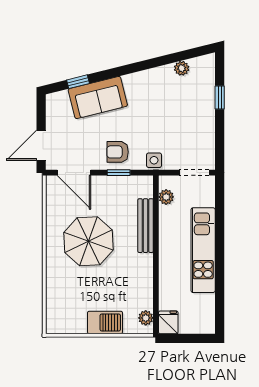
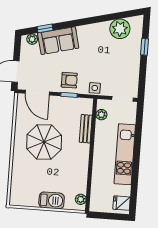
plant: (182, 68) -> (120, 29), width x1.87, depth x1.87
plant: (61, 98) -> (32, 39), added
armchair: (118, 152) -> (69, 80), turned 180
bench: (146, 226) -> (86, 129), width x0.73
fridge: (168, 322) -> (122, 203), moved, turned -90

